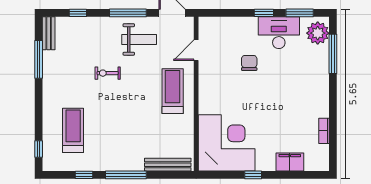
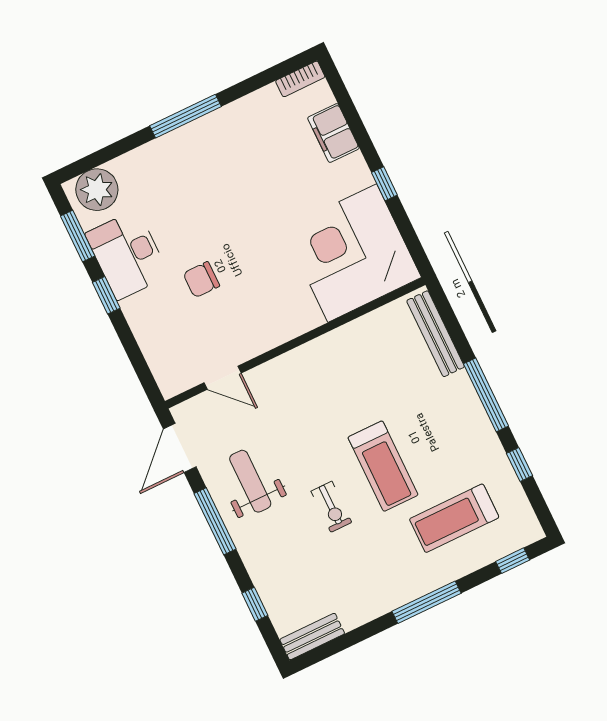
window: (333, 54) -> (186, 116), moved
window: (39, 59) -> (426, 602), moved
treadmill: (173, 91) -> (383, 466), moved, turned -90
bookcase: (324, 131) -> (300, 79), moved

